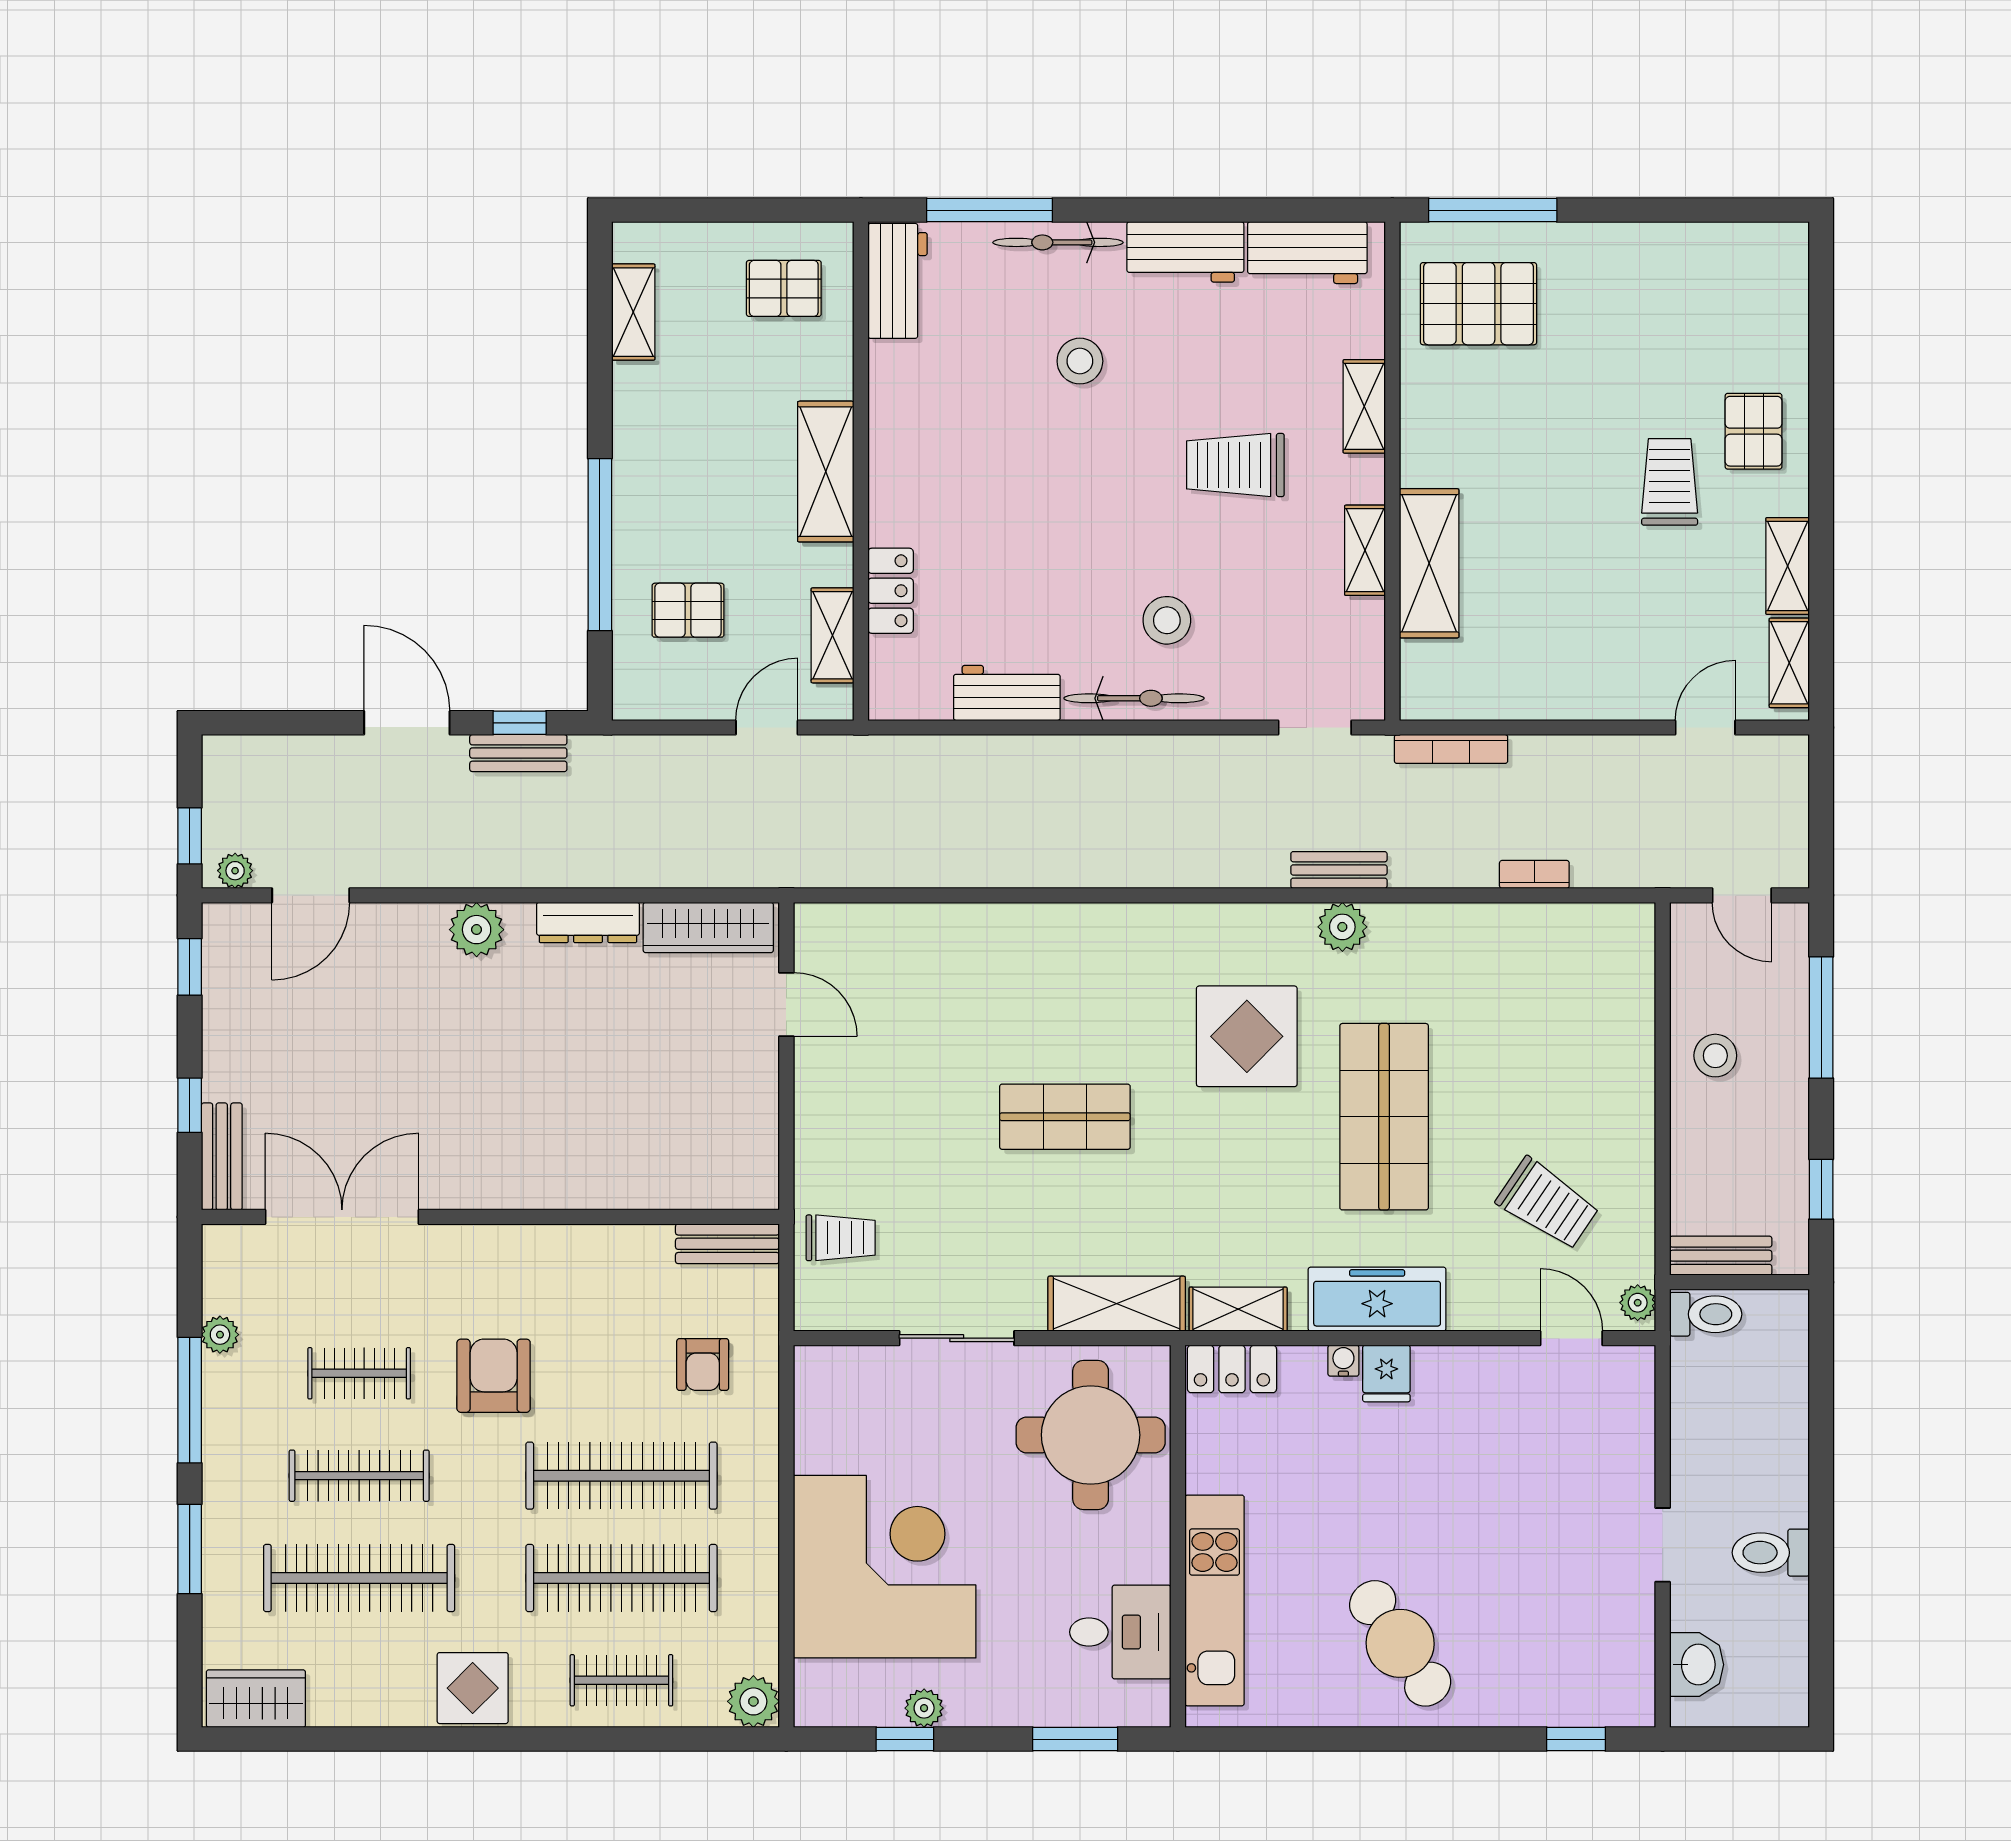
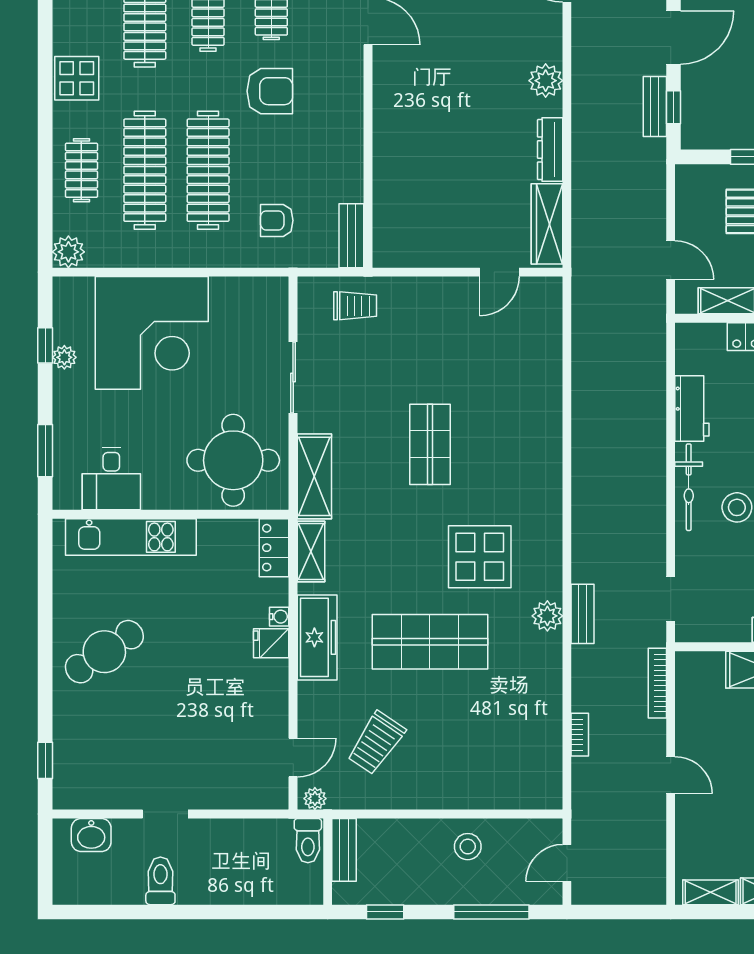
door: (1705, 727) -> (671, 775), moved
trolley: (841, 1238) -> (355, 306), turned -90

